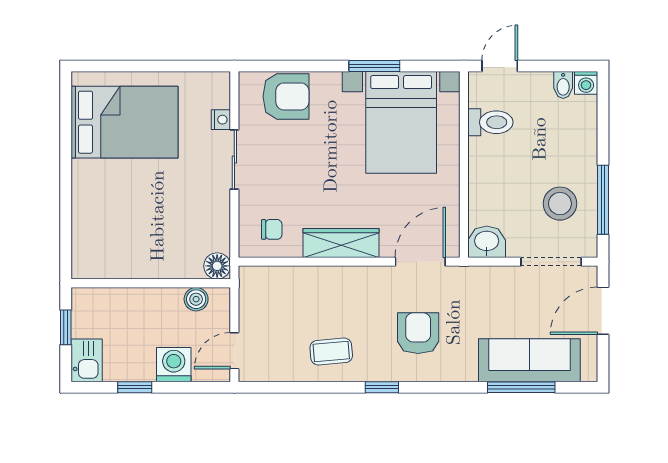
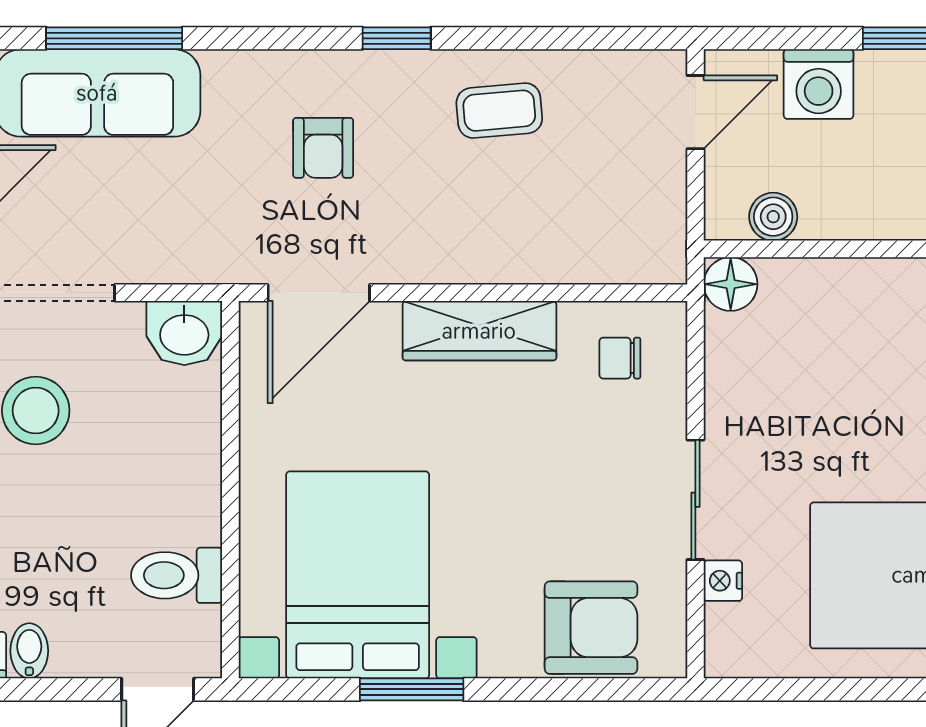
armchair: (286, 96) -> (591, 628), turned 180
armchair: (418, 333) -> (323, 148), width x0.72, depth x0.72

